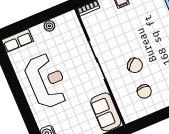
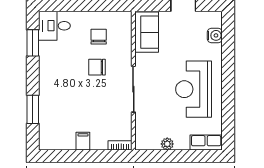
chair: (135, 65) -> (97, 67), turned -46

